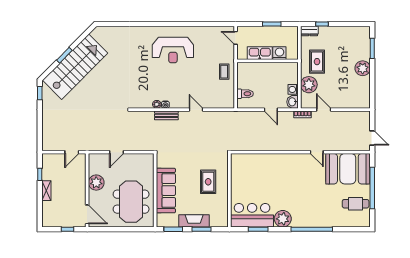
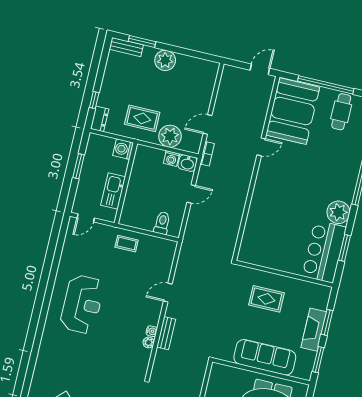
bench: (366, 38) -> (126, 47), added
washing machine: (279, 53) -> (123, 149), moved

